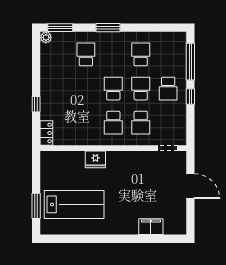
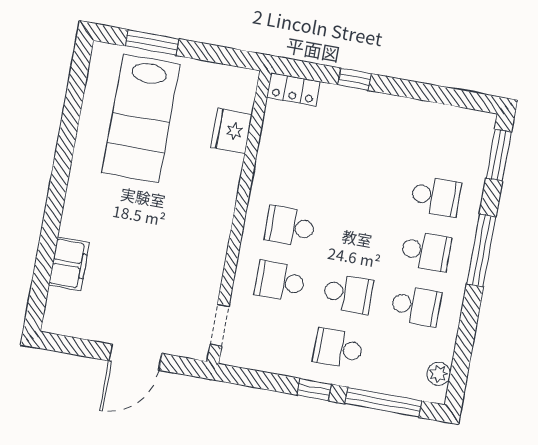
window: (108, 28) -> (481, 250), width x1.44
plant: (46, 37) -> (439, 374), moved
school desk: (113, 89) -> (426, 251), moved
fridge: (95, 159) -> (232, 131), moved

